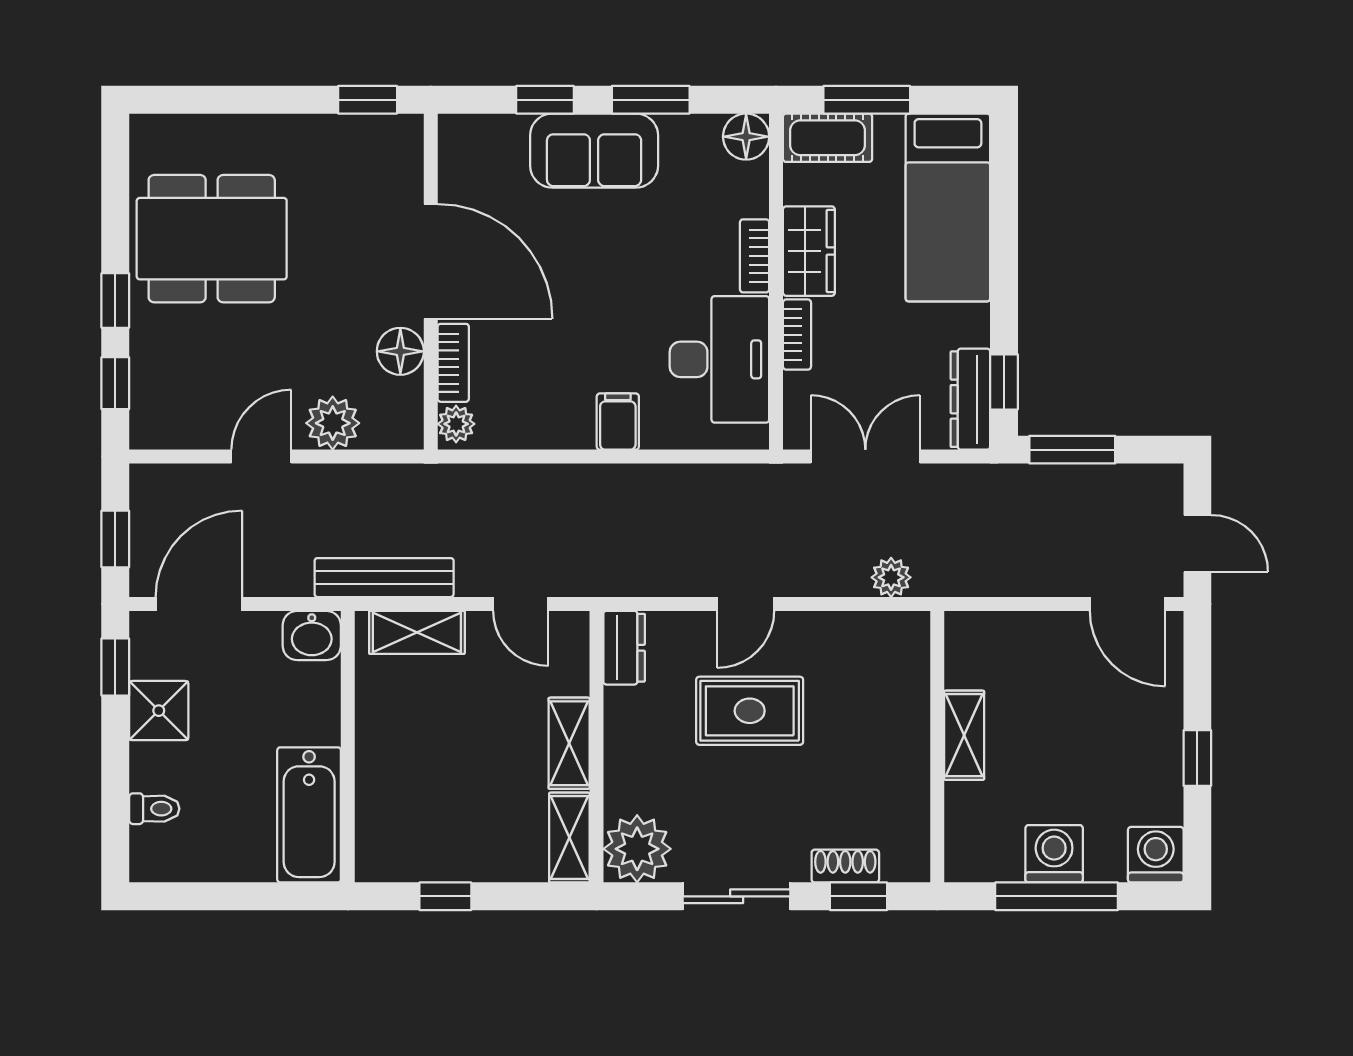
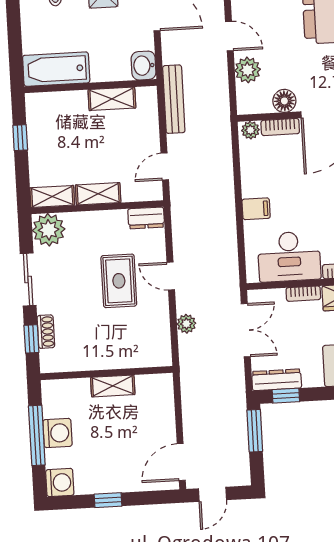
plant: (891, 577) -> (186, 324), moved
shelving: (417, 632) -> (112, 99), moved, turned 90

